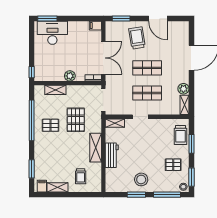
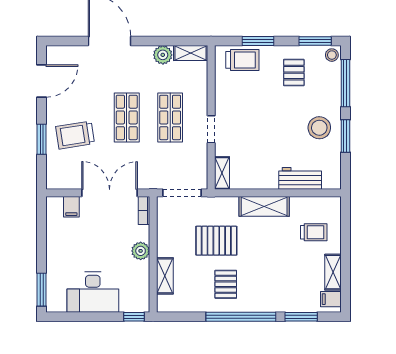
window: (121, 19) -> (42, 139), moved
door: (158, 19) -> (42, 81), moved
filing cabinet: (95, 26) -> (71, 207), moved
desk: (52, 33) -> (93, 292), moved, turned -90
window: (32, 120) -> (241, 317), moved
workbench: (112, 155) -> (300, 178), moved

